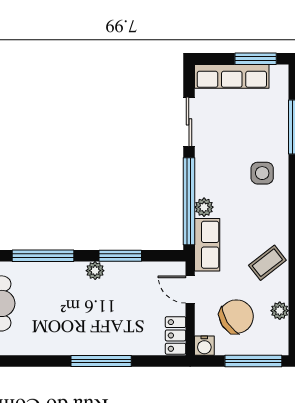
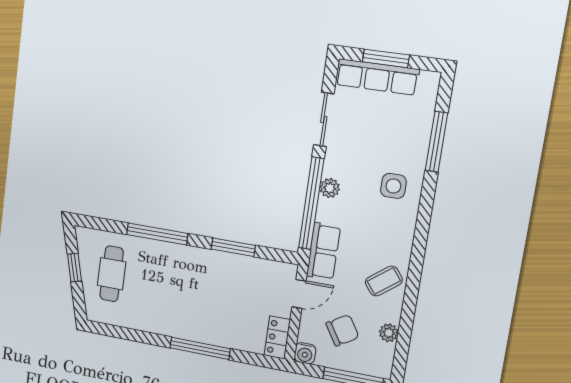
window: (256, 59) -> (386, 58), moved
plant: (204, 207) -> (330, 188), moved
plant: (95, 271) -> (206, 258), removed
door: (190, 289) -> (299, 294), swing flipped
chair: (236, 317) -> (342, 330), width x0.73, depth x0.73

